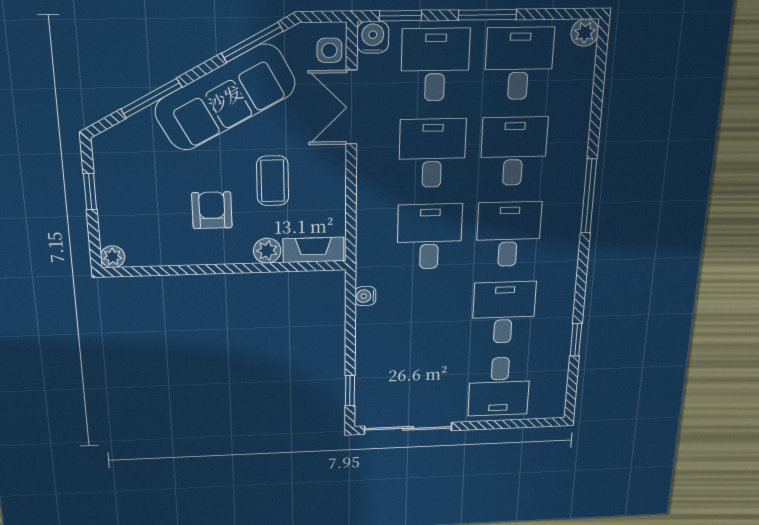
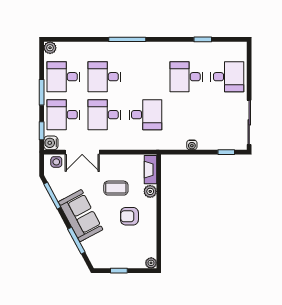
sofa: (225, 98) -> (81, 216), width x0.73
desk: (509, 234) -> (145, 77), removed
desk: (430, 237) -> (145, 115), turned 180
water cooler: (365, 296) -> (192, 145), moved

